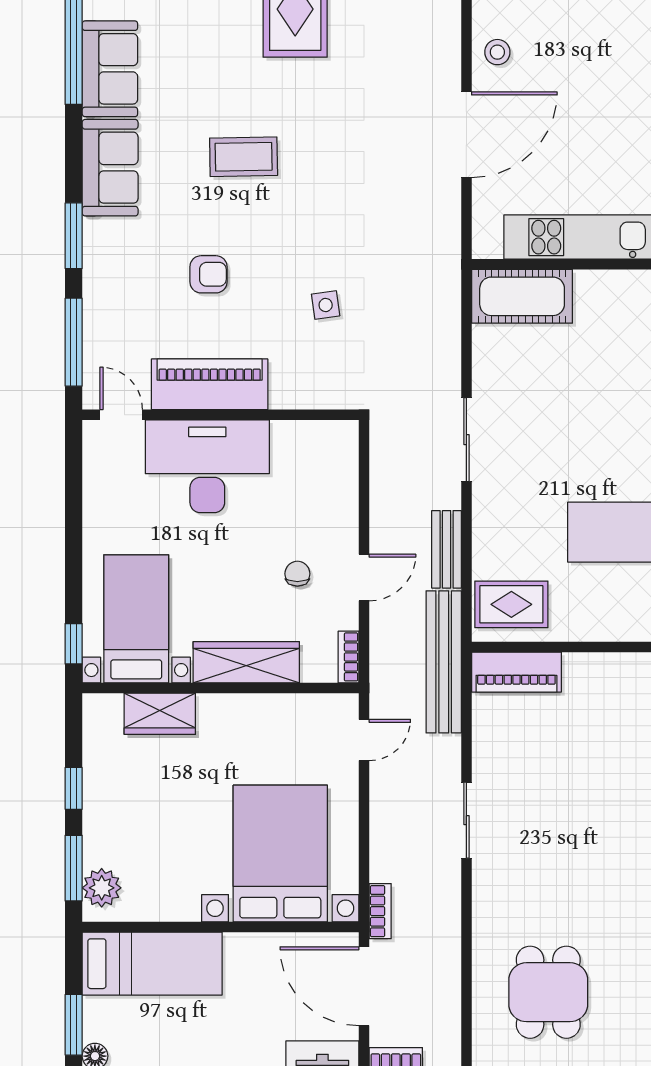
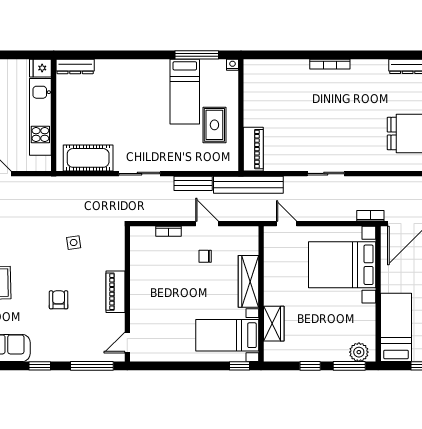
window: (74, 236) -> (40, 366), width x0.67
cot: (522, 296) -> (88, 158), moved, turned 90
piano: (210, 384) -> (115, 292), width x0.73, depth x0.75
desk: (207, 466) -> (153, 300), removed
rug: (511, 604) -> (214, 125), moved
bookcase: (349, 657) -> (168, 231), moved

